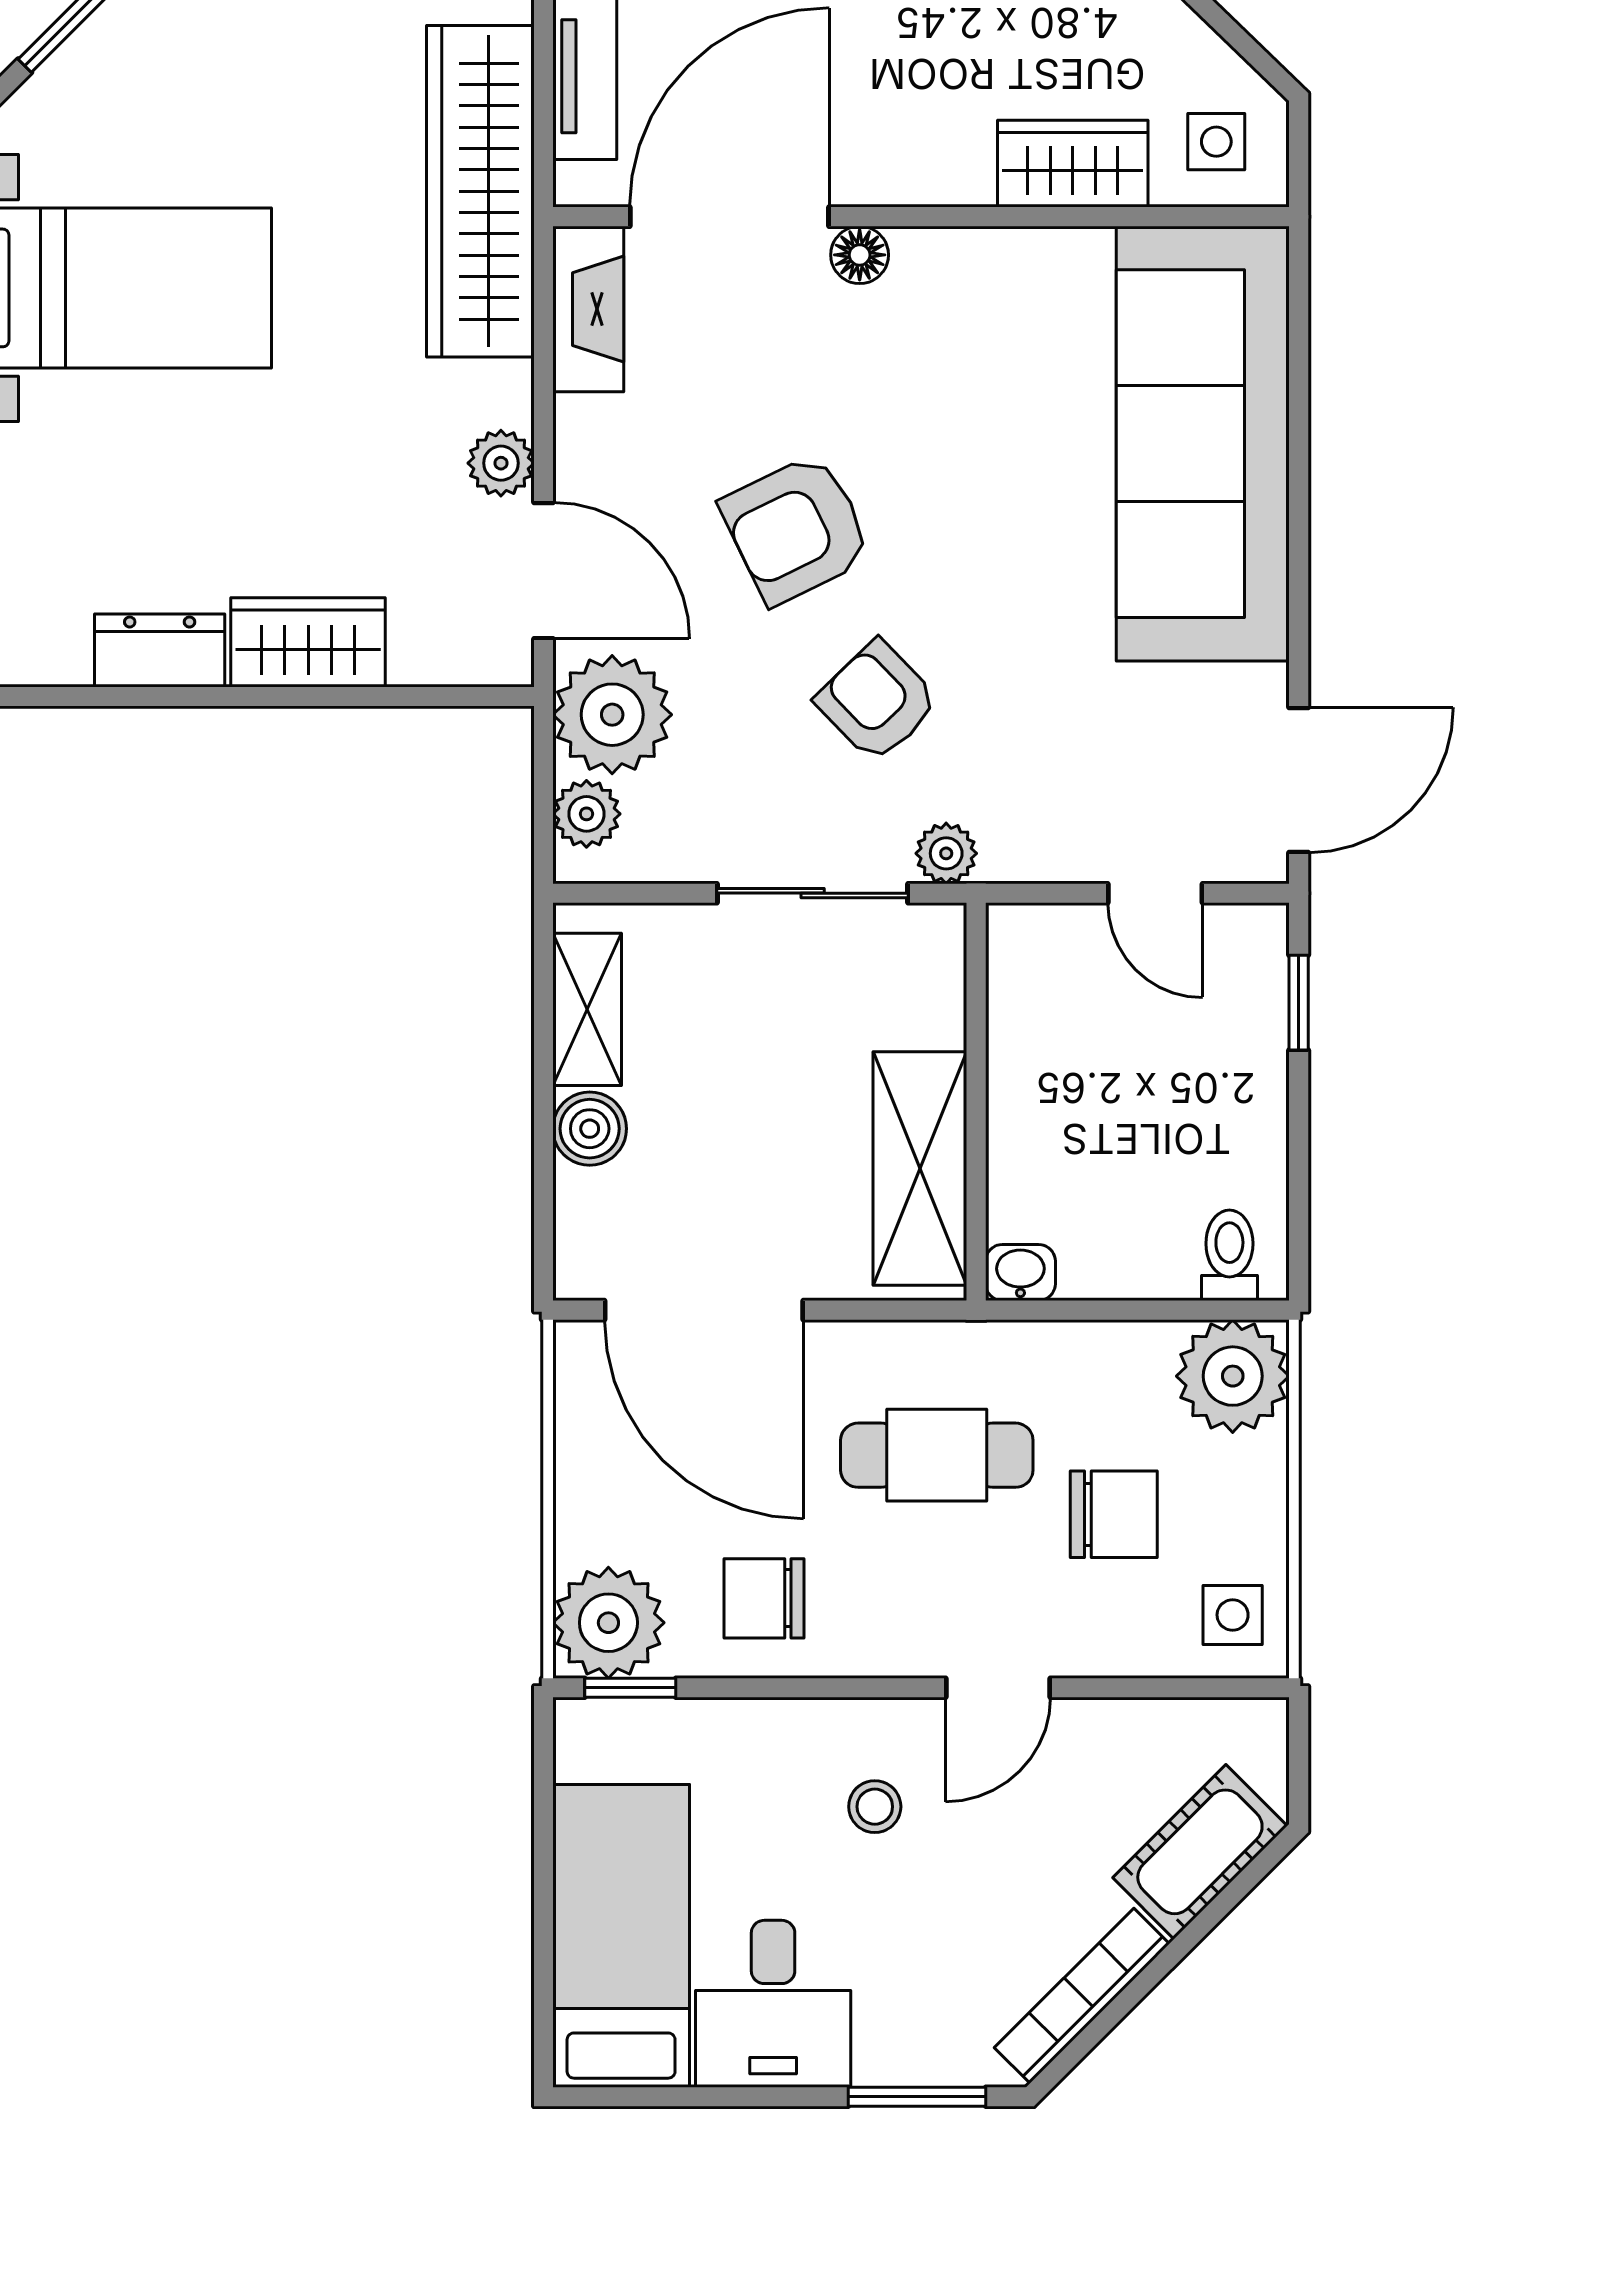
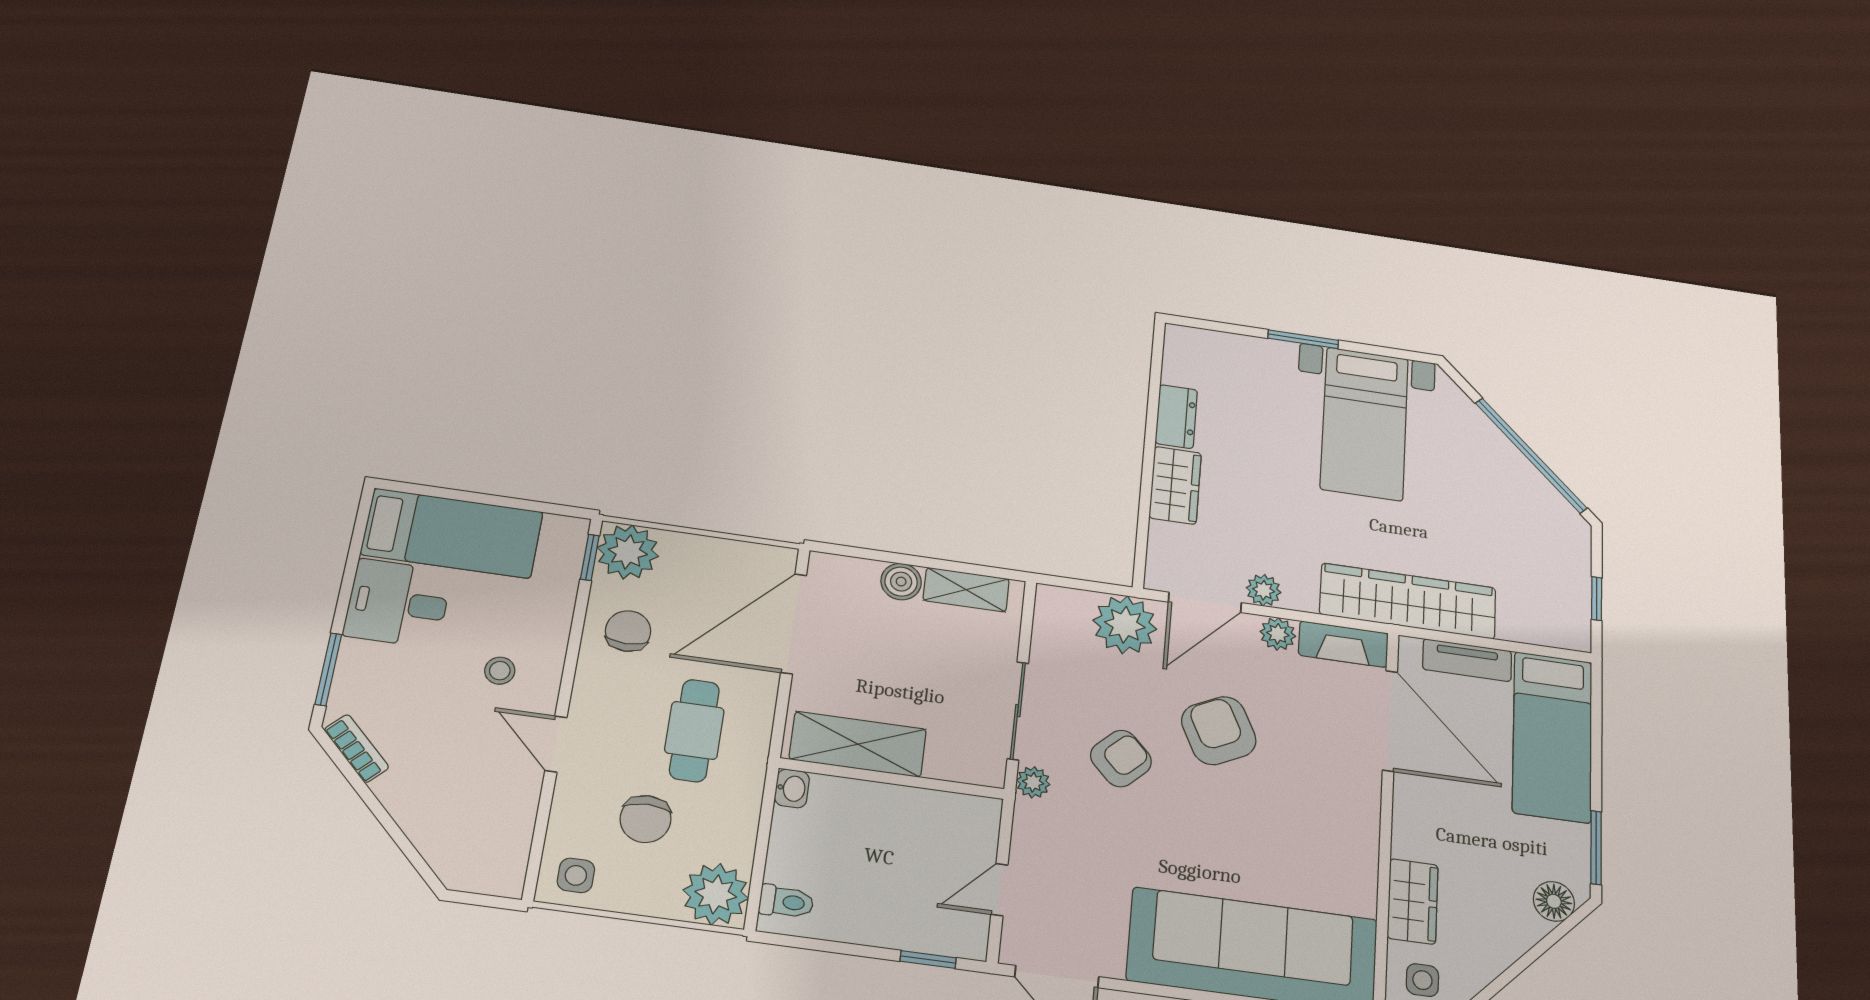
floor lamp: (860, 255) -> (1367, 784), removed
plant: (586, 814) -> (1278, 634), moved
cot: (1200, 1852) -> (440, 839), removed
bookcase: (1082, 1996) -> (356, 748), width x0.64

